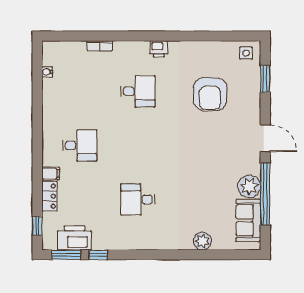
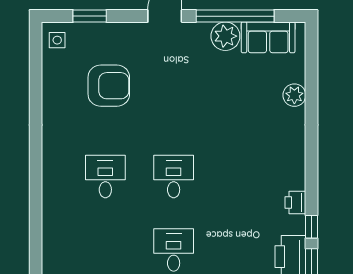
bookcase: (100, 46) -> (48, 225), removed
printer: (159, 49) -> (295, 202), moved, turned 180
desk: (138, 199) -> (174, 176), moved, turned 180

